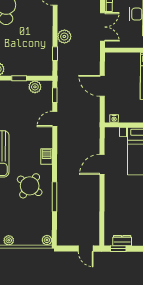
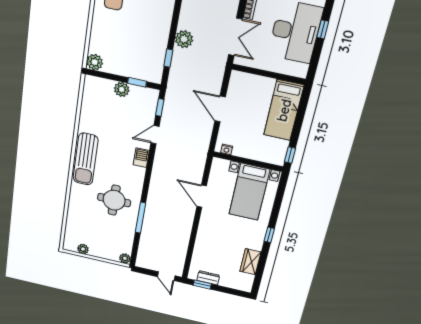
window: (19, 78) -> (137, 82), moved
plant: (35, 87) -> (122, 89), moved
barbecue: (47, 156) -> (141, 158), moved
door: (102, 164) -> (202, 196), hinge flipped
round table: (30, 186) -> (114, 200), turned -36

